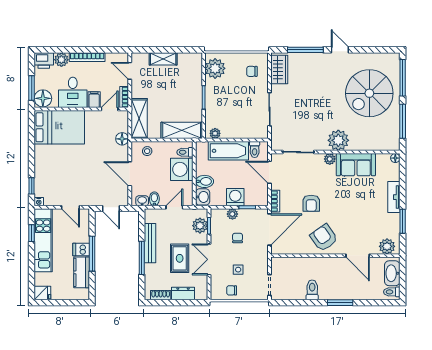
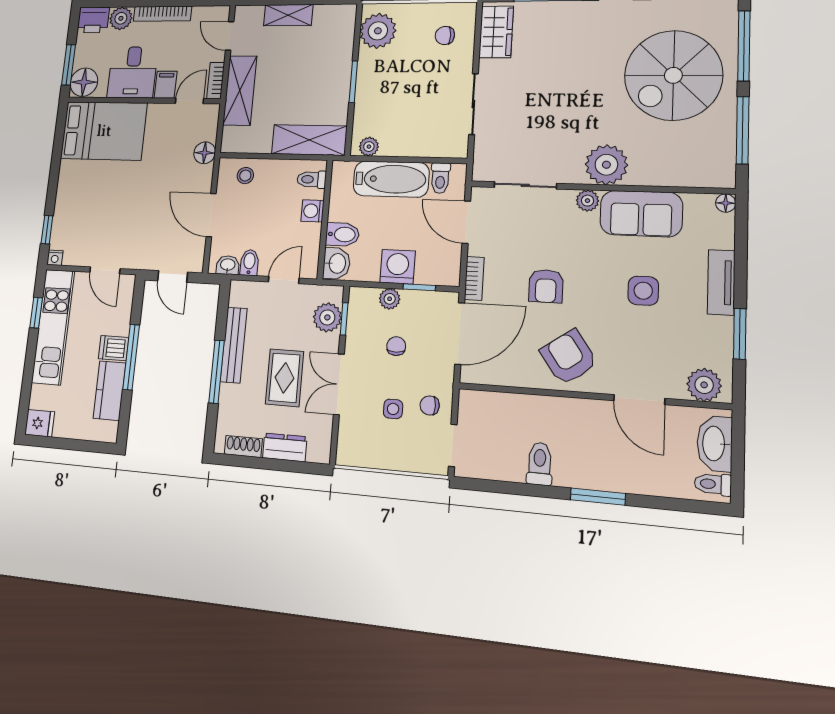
shelving: (139, 119) -> (240, 90), moved
washing machine: (182, 169) -> (312, 211), width x0.53, depth x0.53
side table: (358, 203) -> (643, 291), added
chair: (232, 290) -> (430, 405), moved

